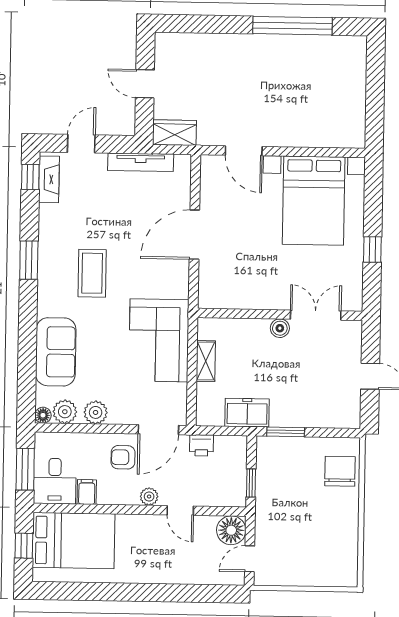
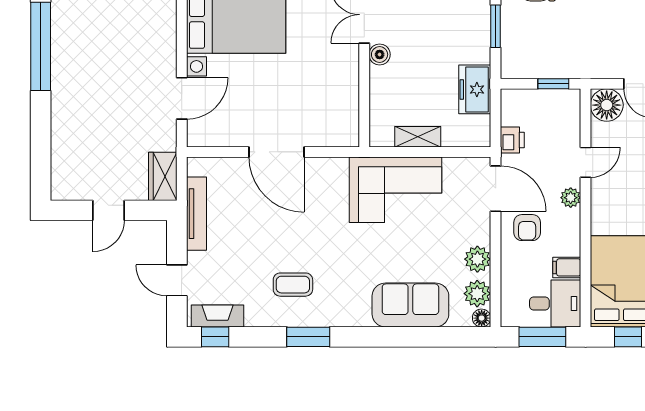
coffee table: (92, 273) -> (293, 285), moved, width x0.73, depth x0.77
window: (286, 432) -> (496, 26), moved

